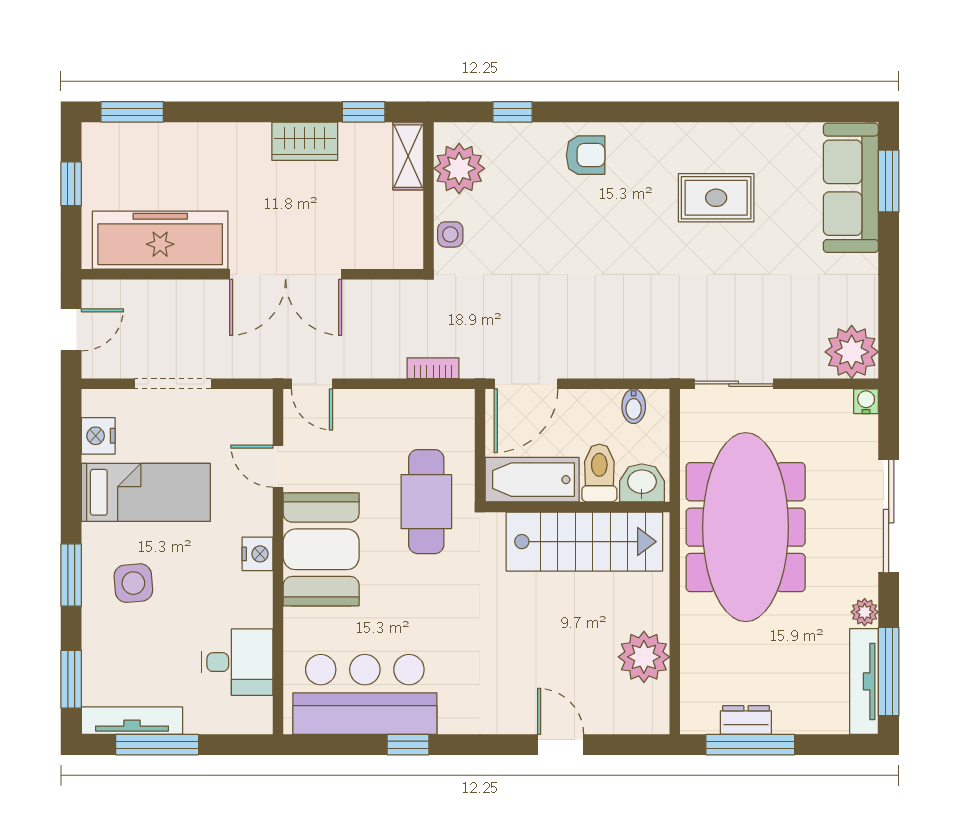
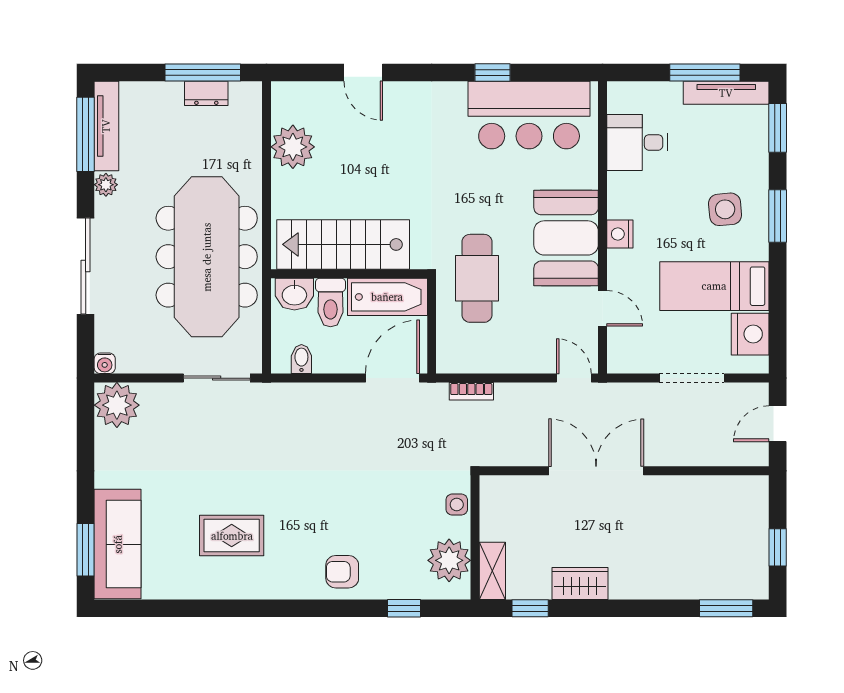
freezer: (160, 240) -> (702, 500), removed
nightstand: (98, 436) -> (750, 334), width x1.36, depth x1.33

